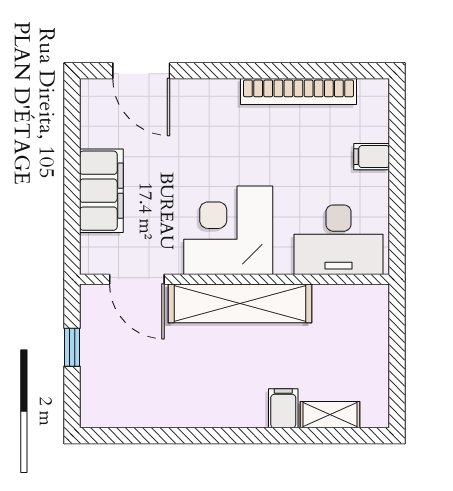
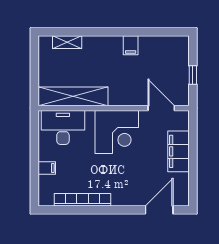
door: (141, 71) -> (159, 210), hinge flipped
shelving: (240, 303) -> (73, 96), moved
filing cabinet: (283, 408) -> (131, 45), moved

